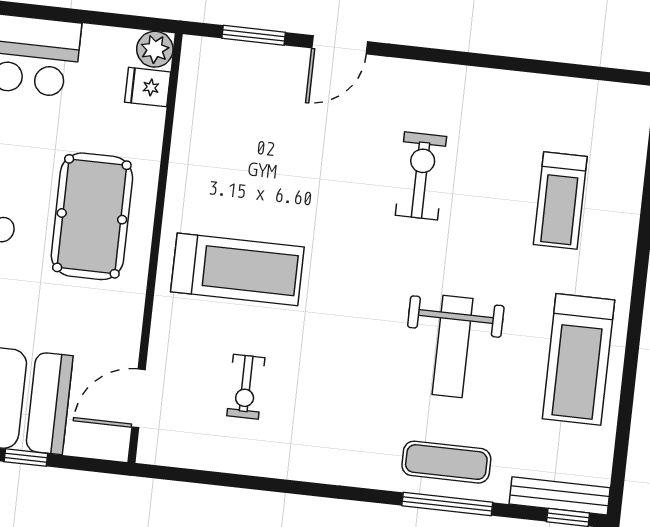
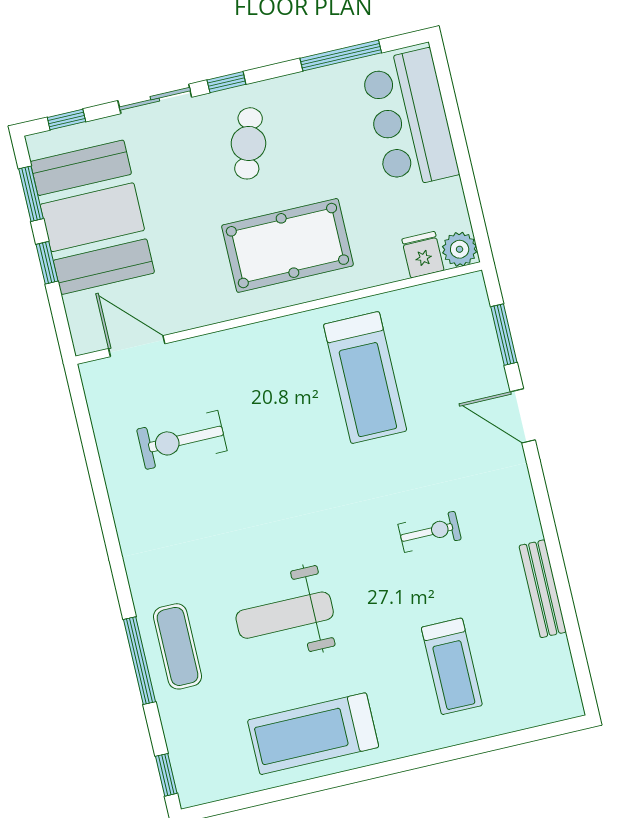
exercise bike: (421, 176) -> (430, 532), width x0.73, depth x0.72
treadmill: (560, 200) -> (452, 666), turned -90
treadmill: (237, 269) -> (365, 378), moved
exercise bike: (246, 387) -> (182, 440), width x1.38, depth x1.39
bench: (560, 496) -> (543, 589), moved

